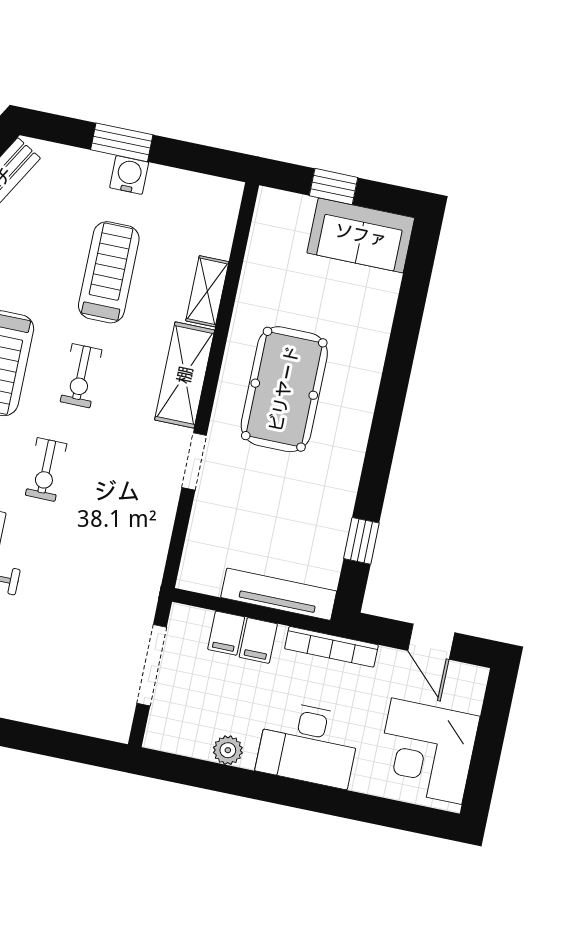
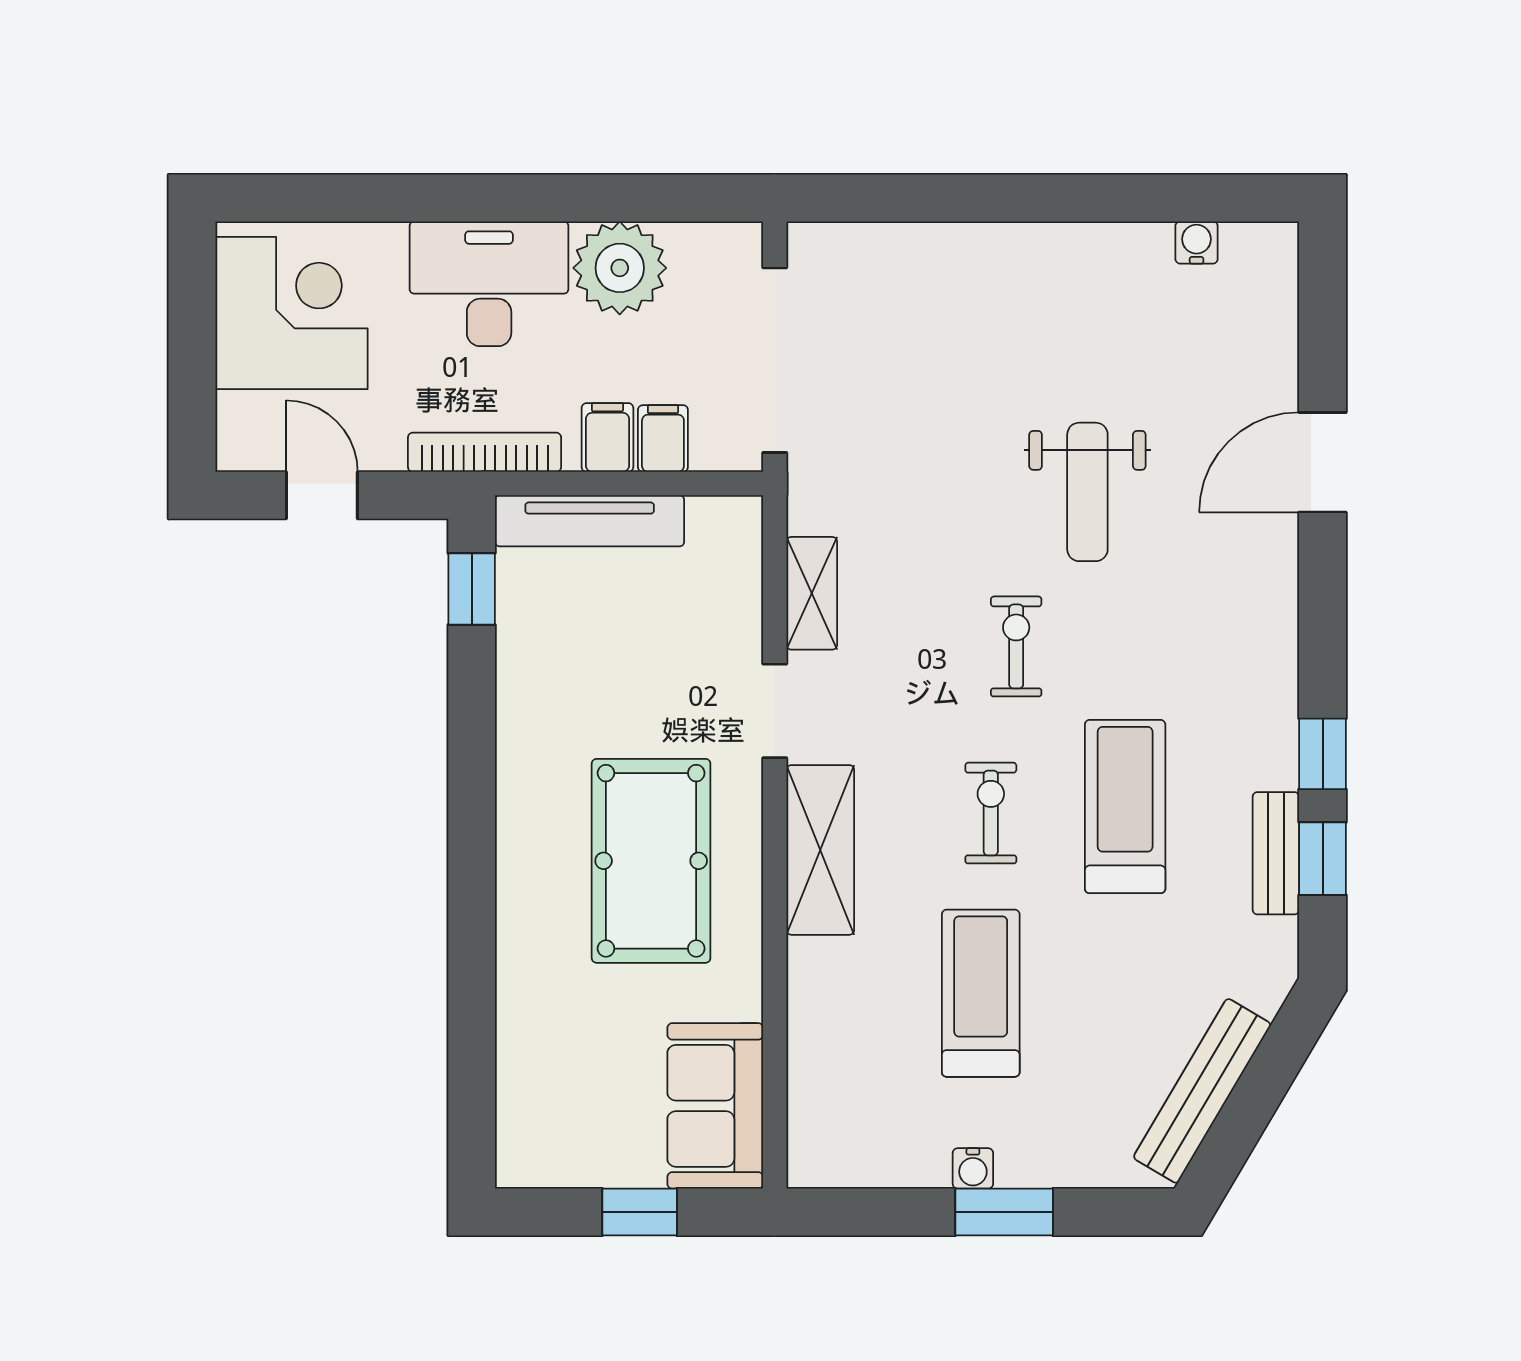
water cooler: (129, 175) -> (973, 1168), width x0.72, depth x0.72
sofa: (361, 235) -> (715, 1106), moved, turned -90
treadmill: (109, 272) -> (981, 993), turned 180
shelving: (207, 291) -> (812, 593), moved
window: (361, 541) -> (472, 589), moved
doorway: (152, 665) -> (775, 360), width x1.36
plant: (228, 750) -> (620, 268), width x1.88, depth x1.88

